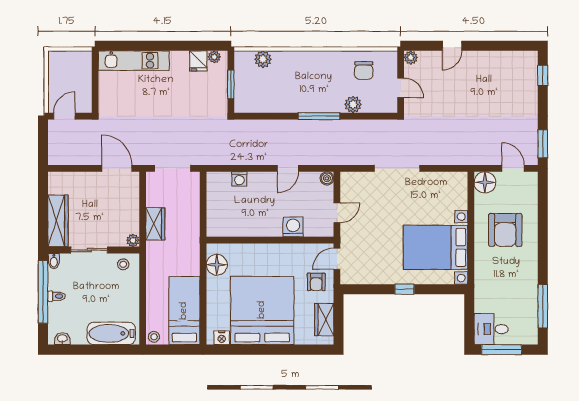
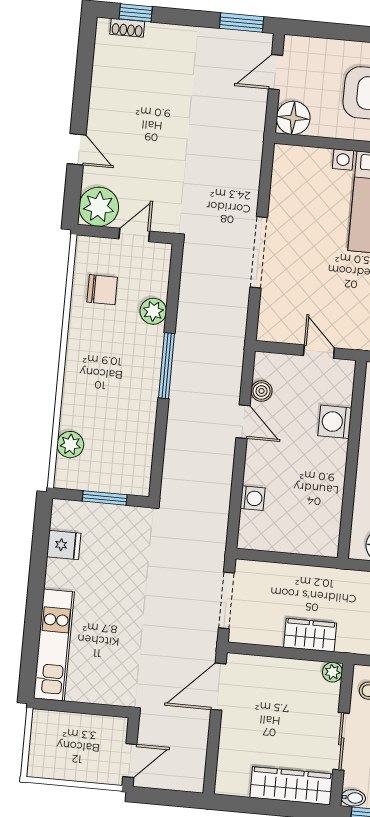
plant: (214, 57) -> (60, 519), removed
plant: (411, 57) -> (99, 207), width x1.87, depth x1.87
shoe rack: (533, 71) -> (127, 28), added
door: (64, 116) -> (130, 761), swing flipped
boiler: (327, 178) -> (262, 391), moved

